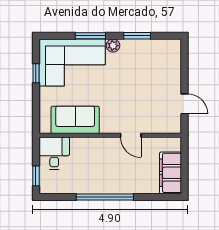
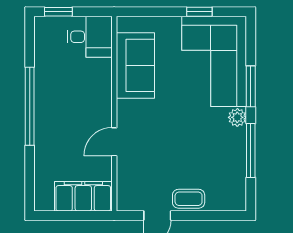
window: (137, 36) -> (251, 150), width x1.44
coffee table: (172, 81) -> (189, 199), added
filing cabinet: (170, 173) -> (83, 196), moved

